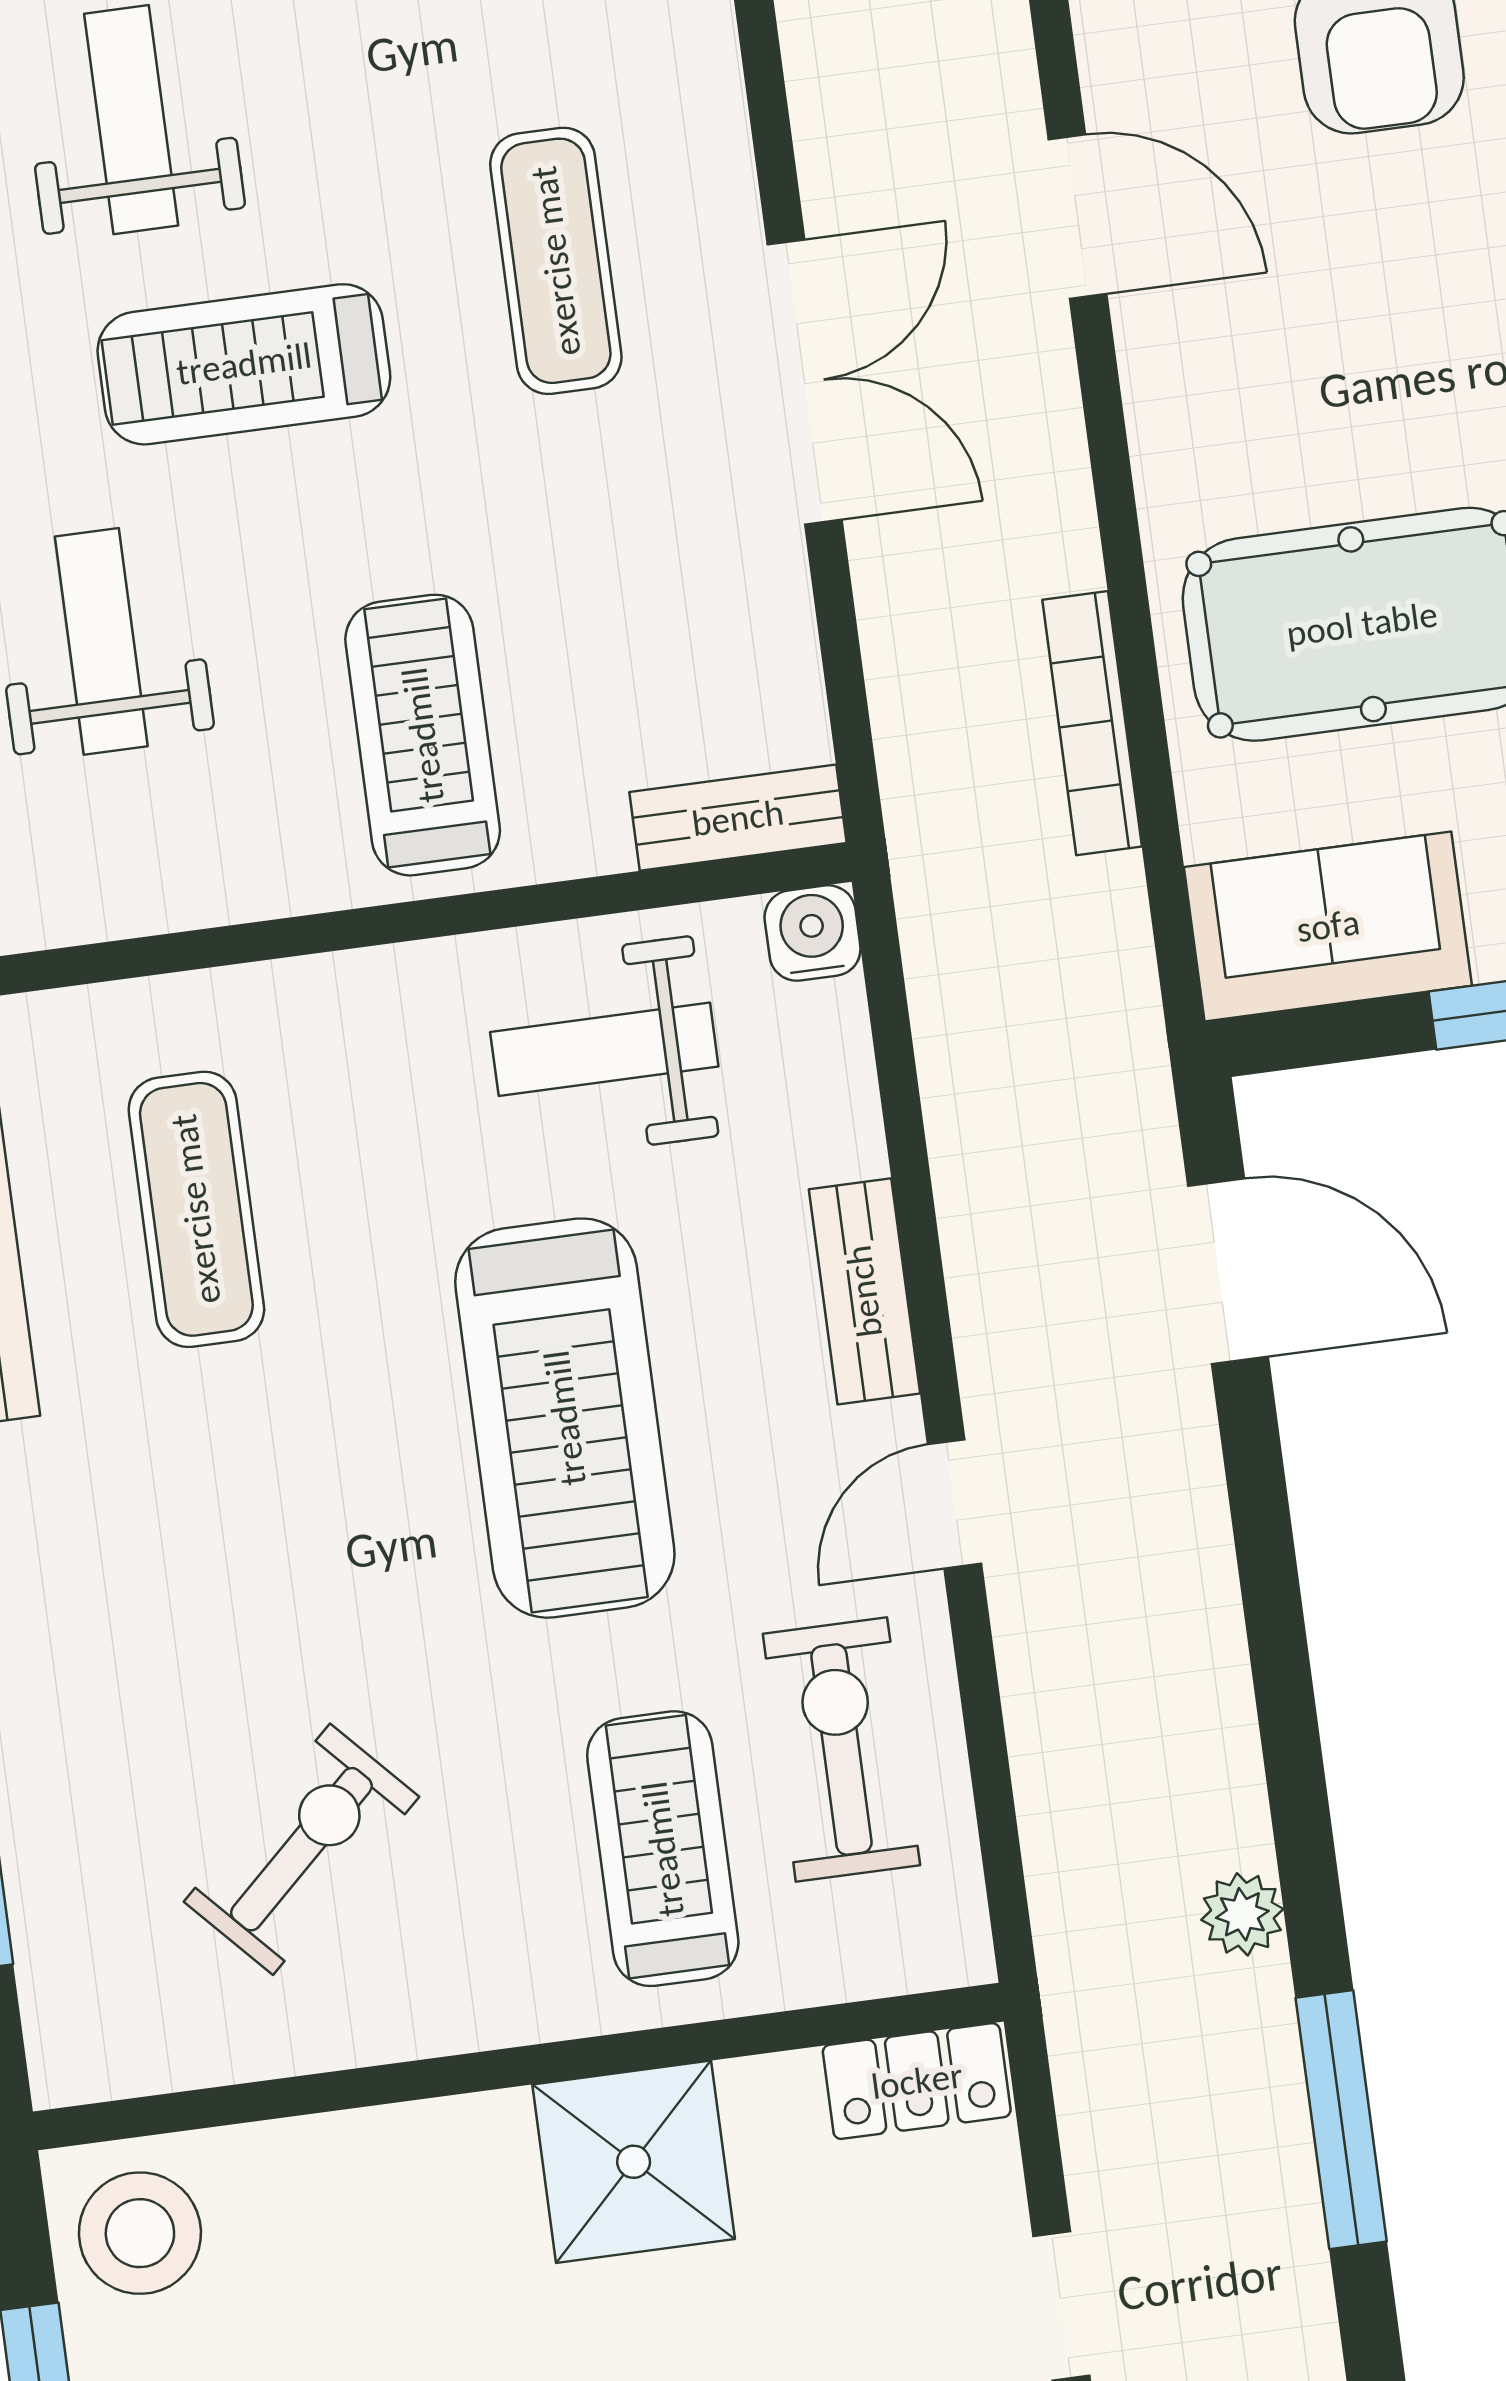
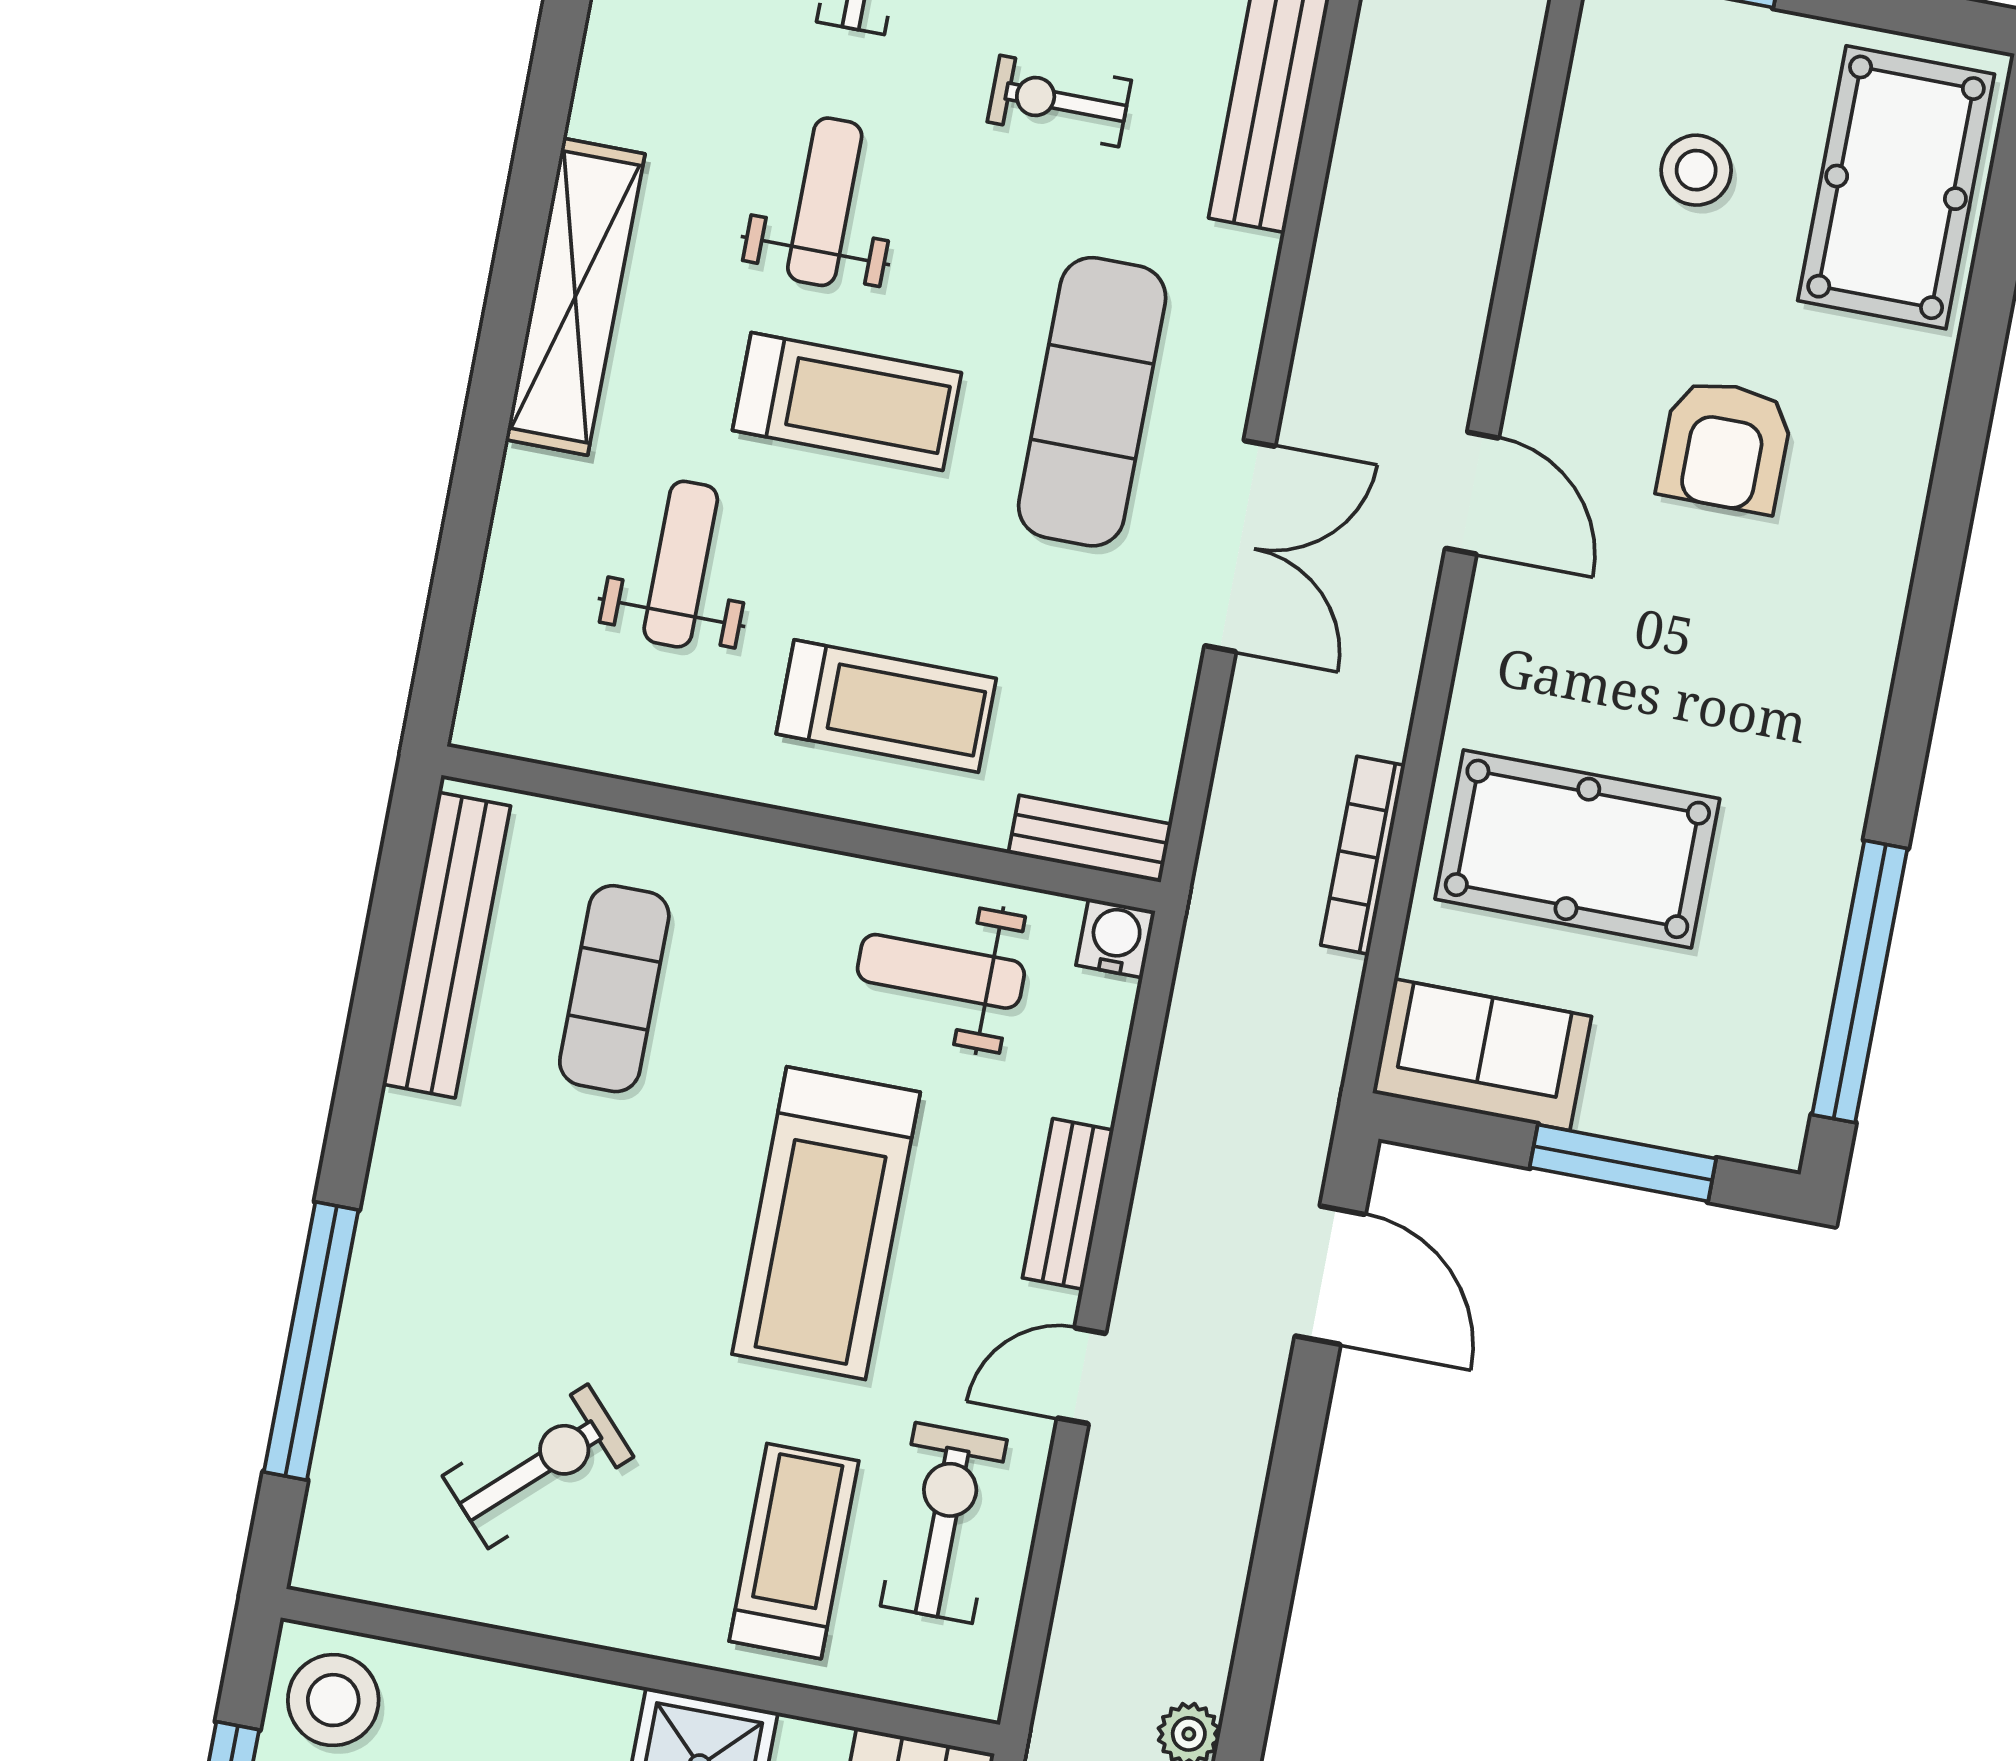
exercise mat: (556, 261) -> (1092, 402), width x1.36, depth x1.45
treadmill: (244, 364) -> (847, 402), turned 180
treadmill: (423, 735) -> (886, 706), turned 90

